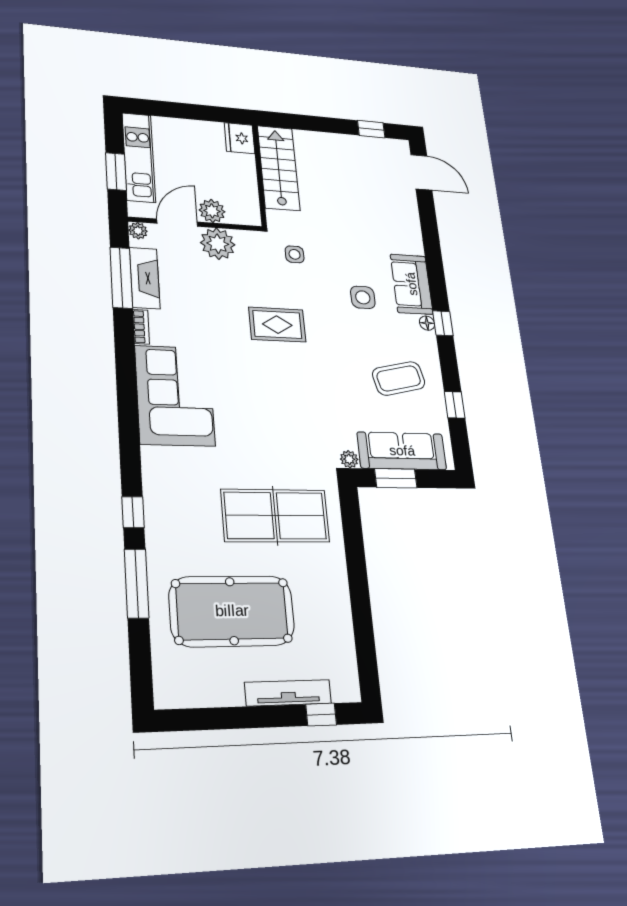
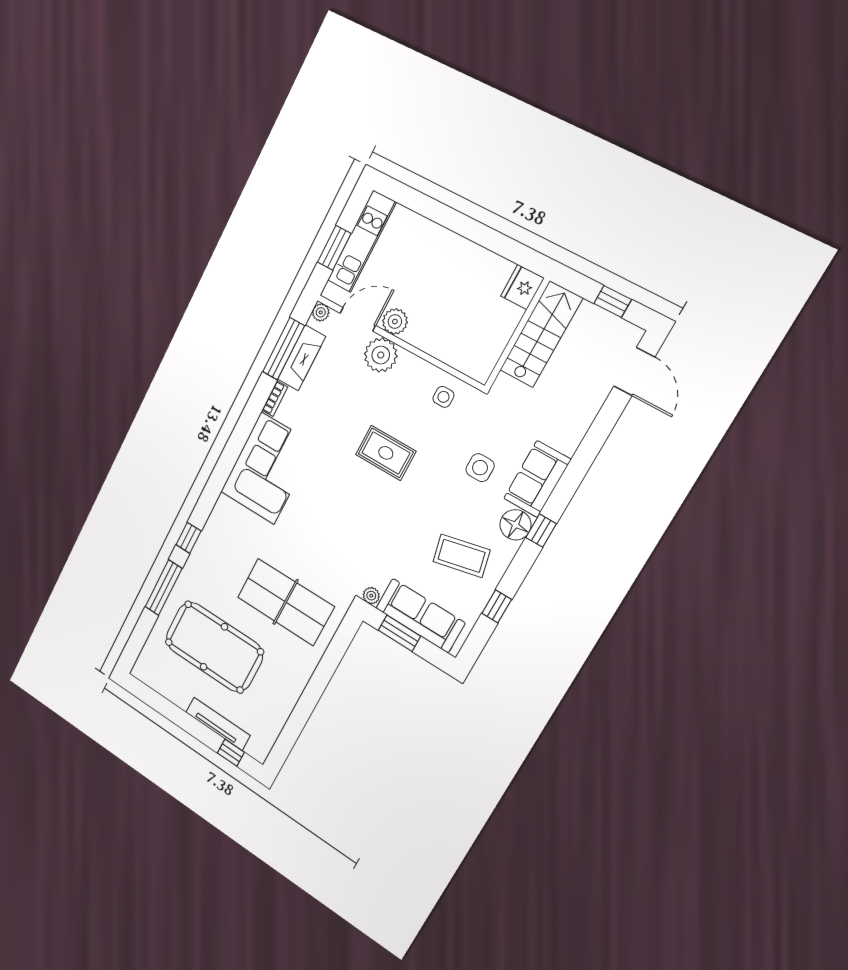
fridge: (240, 138) -> (522, 287), moved
stairs: (279, 168) -> (541, 334), moved
wall: (259, 175) -> (517, 334), moved
floor lamp: (427, 323) -> (515, 525), width x1.89, depth x1.89

